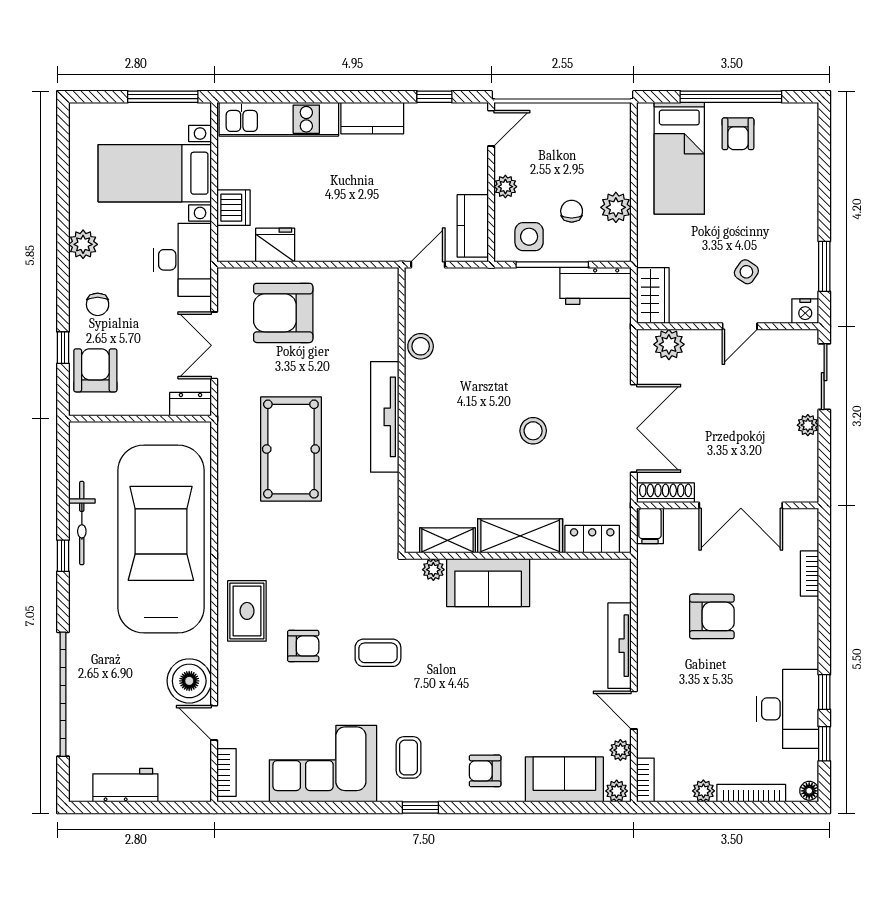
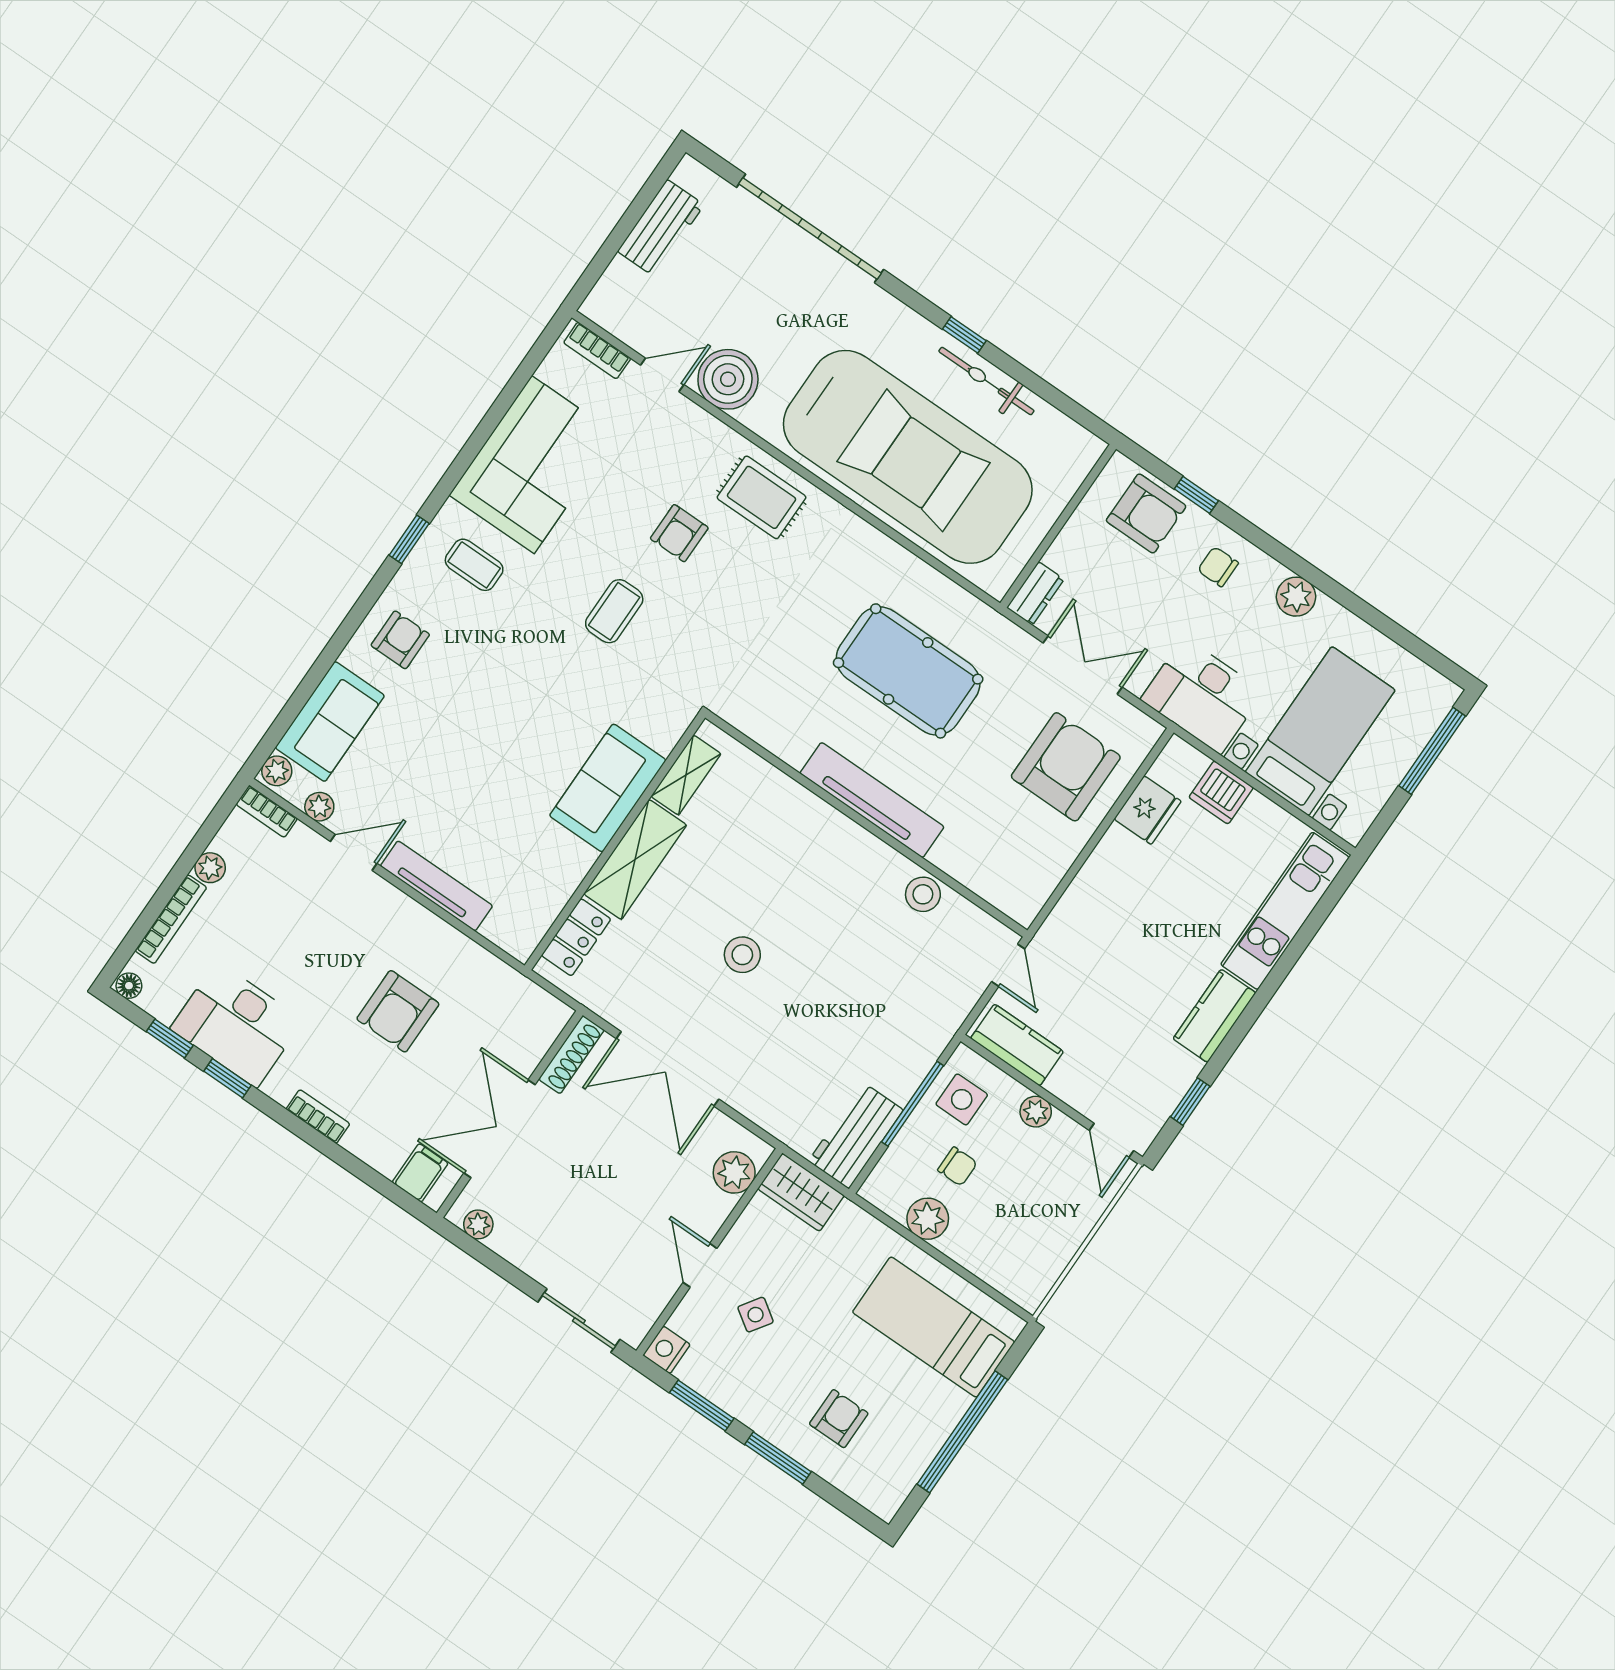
window: (163, 97) -> (1432, 751), moved
armchair: (738, 134) -> (839, 1419), moved, turned 90
window: (824, 198) -> (778, 1458), added
plant: (808, 425) -> (478, 1224), moved
filing cabinet: (650, 526) -> (420, 1173), moved, turned 90
plant: (433, 570) -> (664, 737), removed
bookcase: (810, 573) -> (318, 1117), moved

